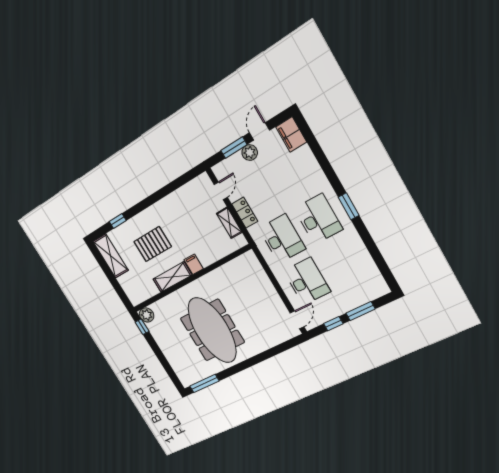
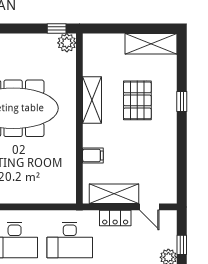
window: (234, 148) -> (182, 245), width x0.67
window: (118, 221) -> (182, 102), moved
shelving: (229, 223) -> (114, 194), width x1.50, depth x1.33
filing cabinet: (194, 264) -> (93, 155), moved

